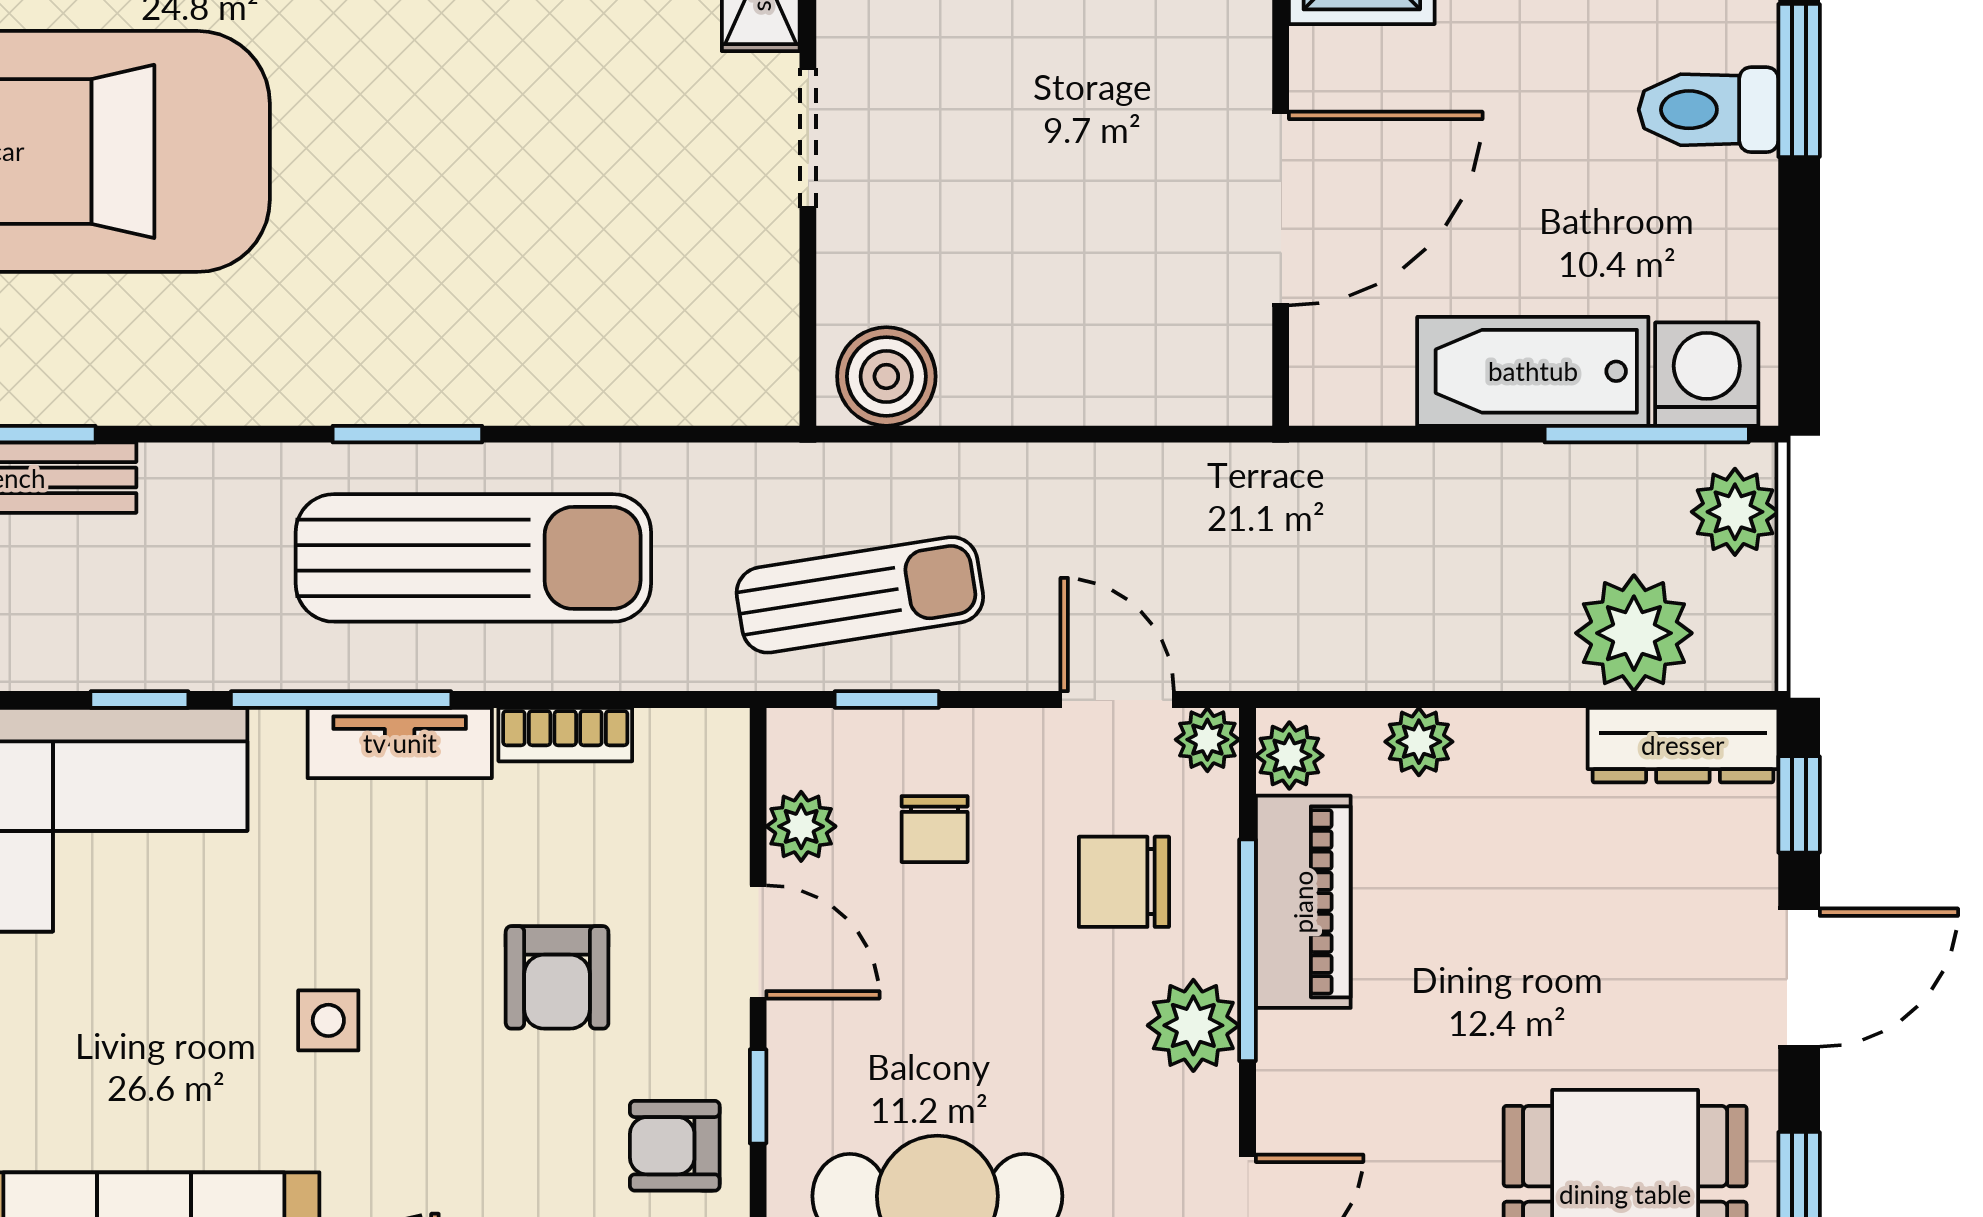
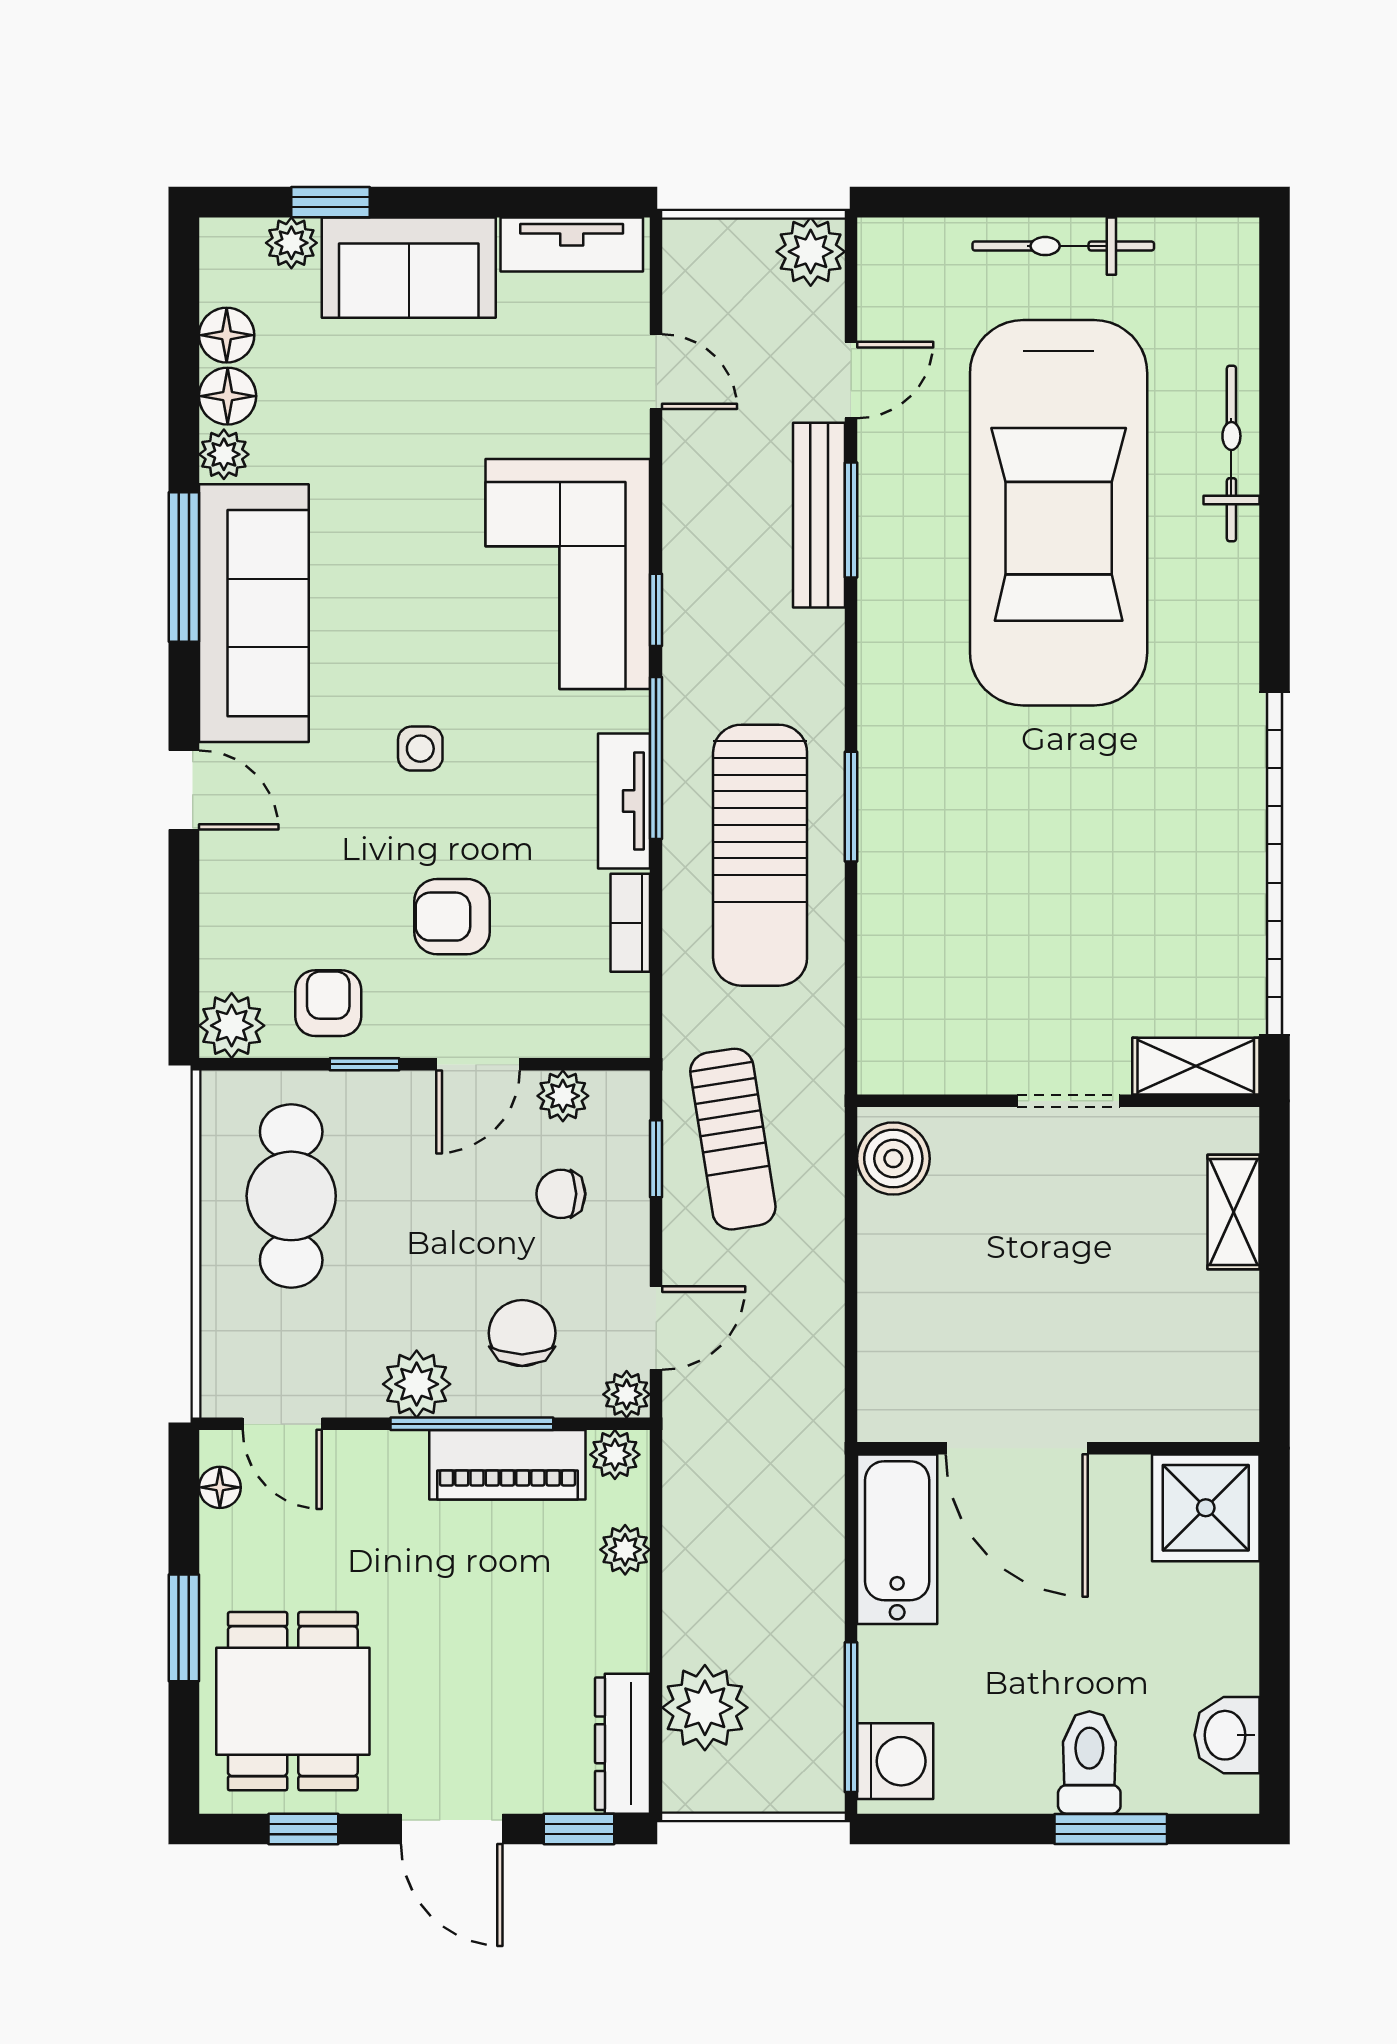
bathtub: (1533, 371) -> (897, 1539), moved
plant: (1735, 512) -> (794, 1782), removed

